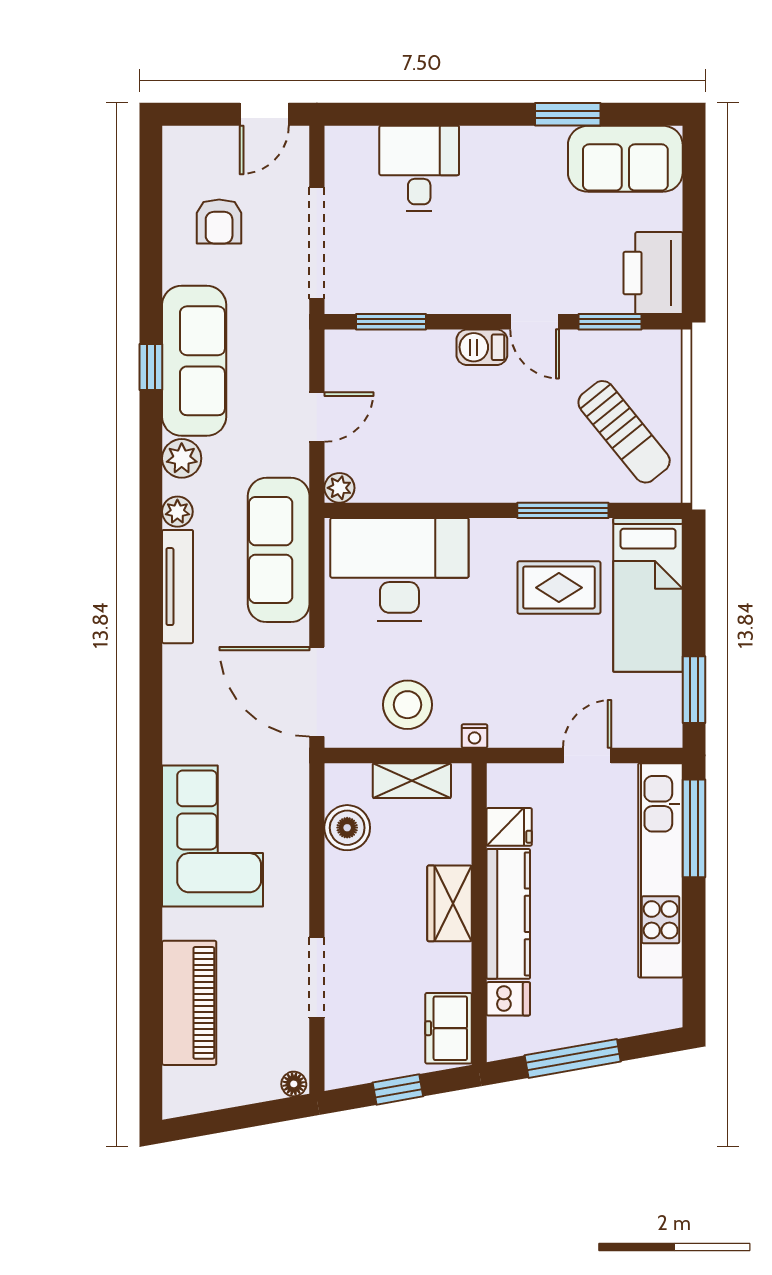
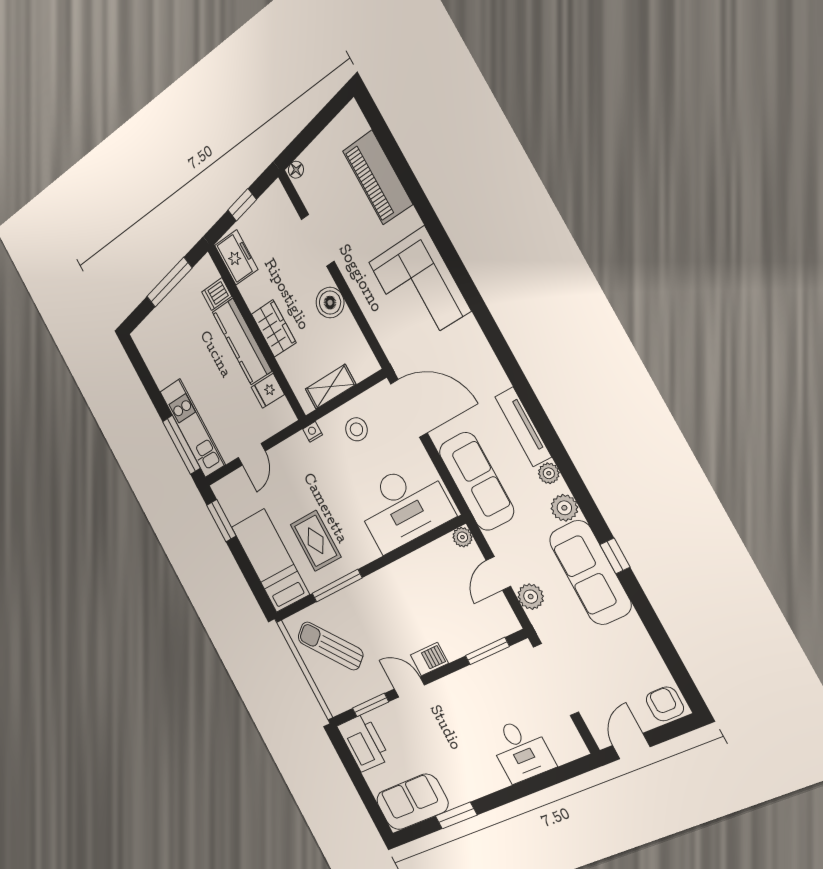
armchair: (219, 221) -> (665, 704), moved
plant: (290, 366) -> (531, 597), added
rug: (559, 588) -> (316, 541), turned 90
stool: (407, 705) -> (356, 429), width x0.73, depth x0.73
boiler: (347, 828) -> (330, 303), moved
kitchen unit: (661, 870) -> (193, 428), width x0.73

